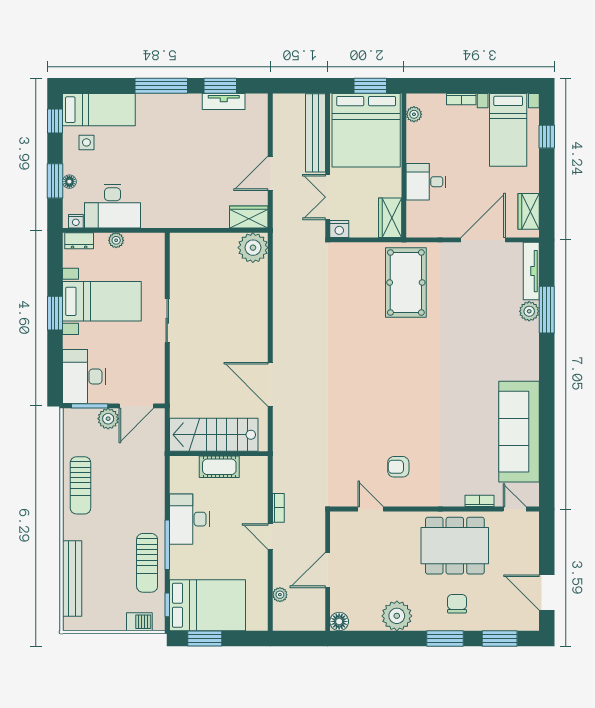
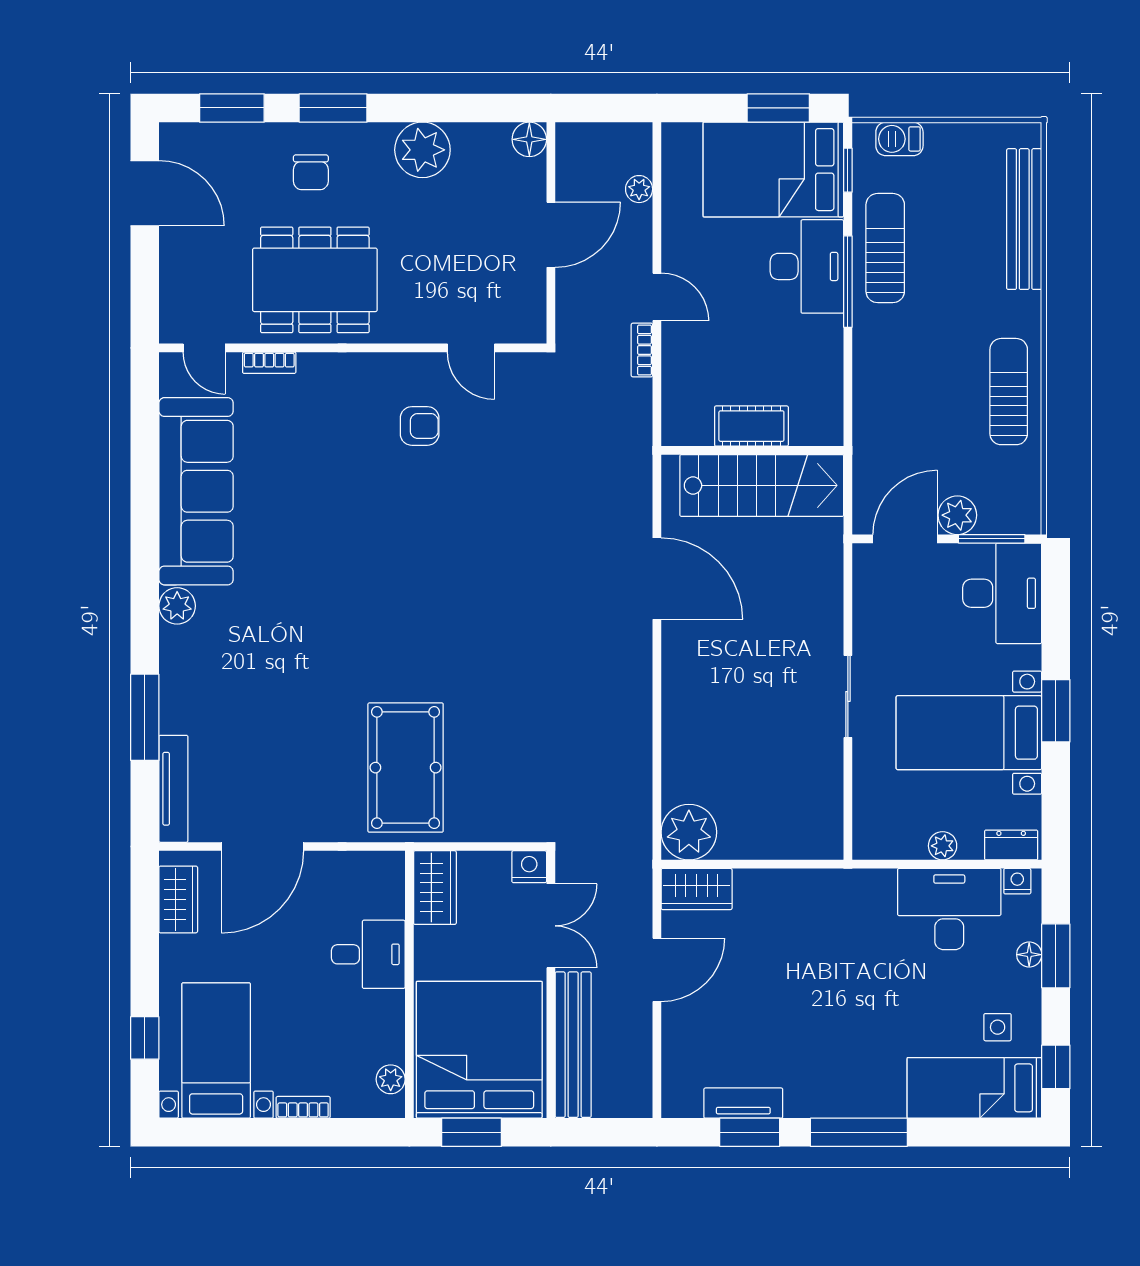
plant: (529, 311) -> (177, 606), moved
desk: (189, 519) -> (807, 266), moved

